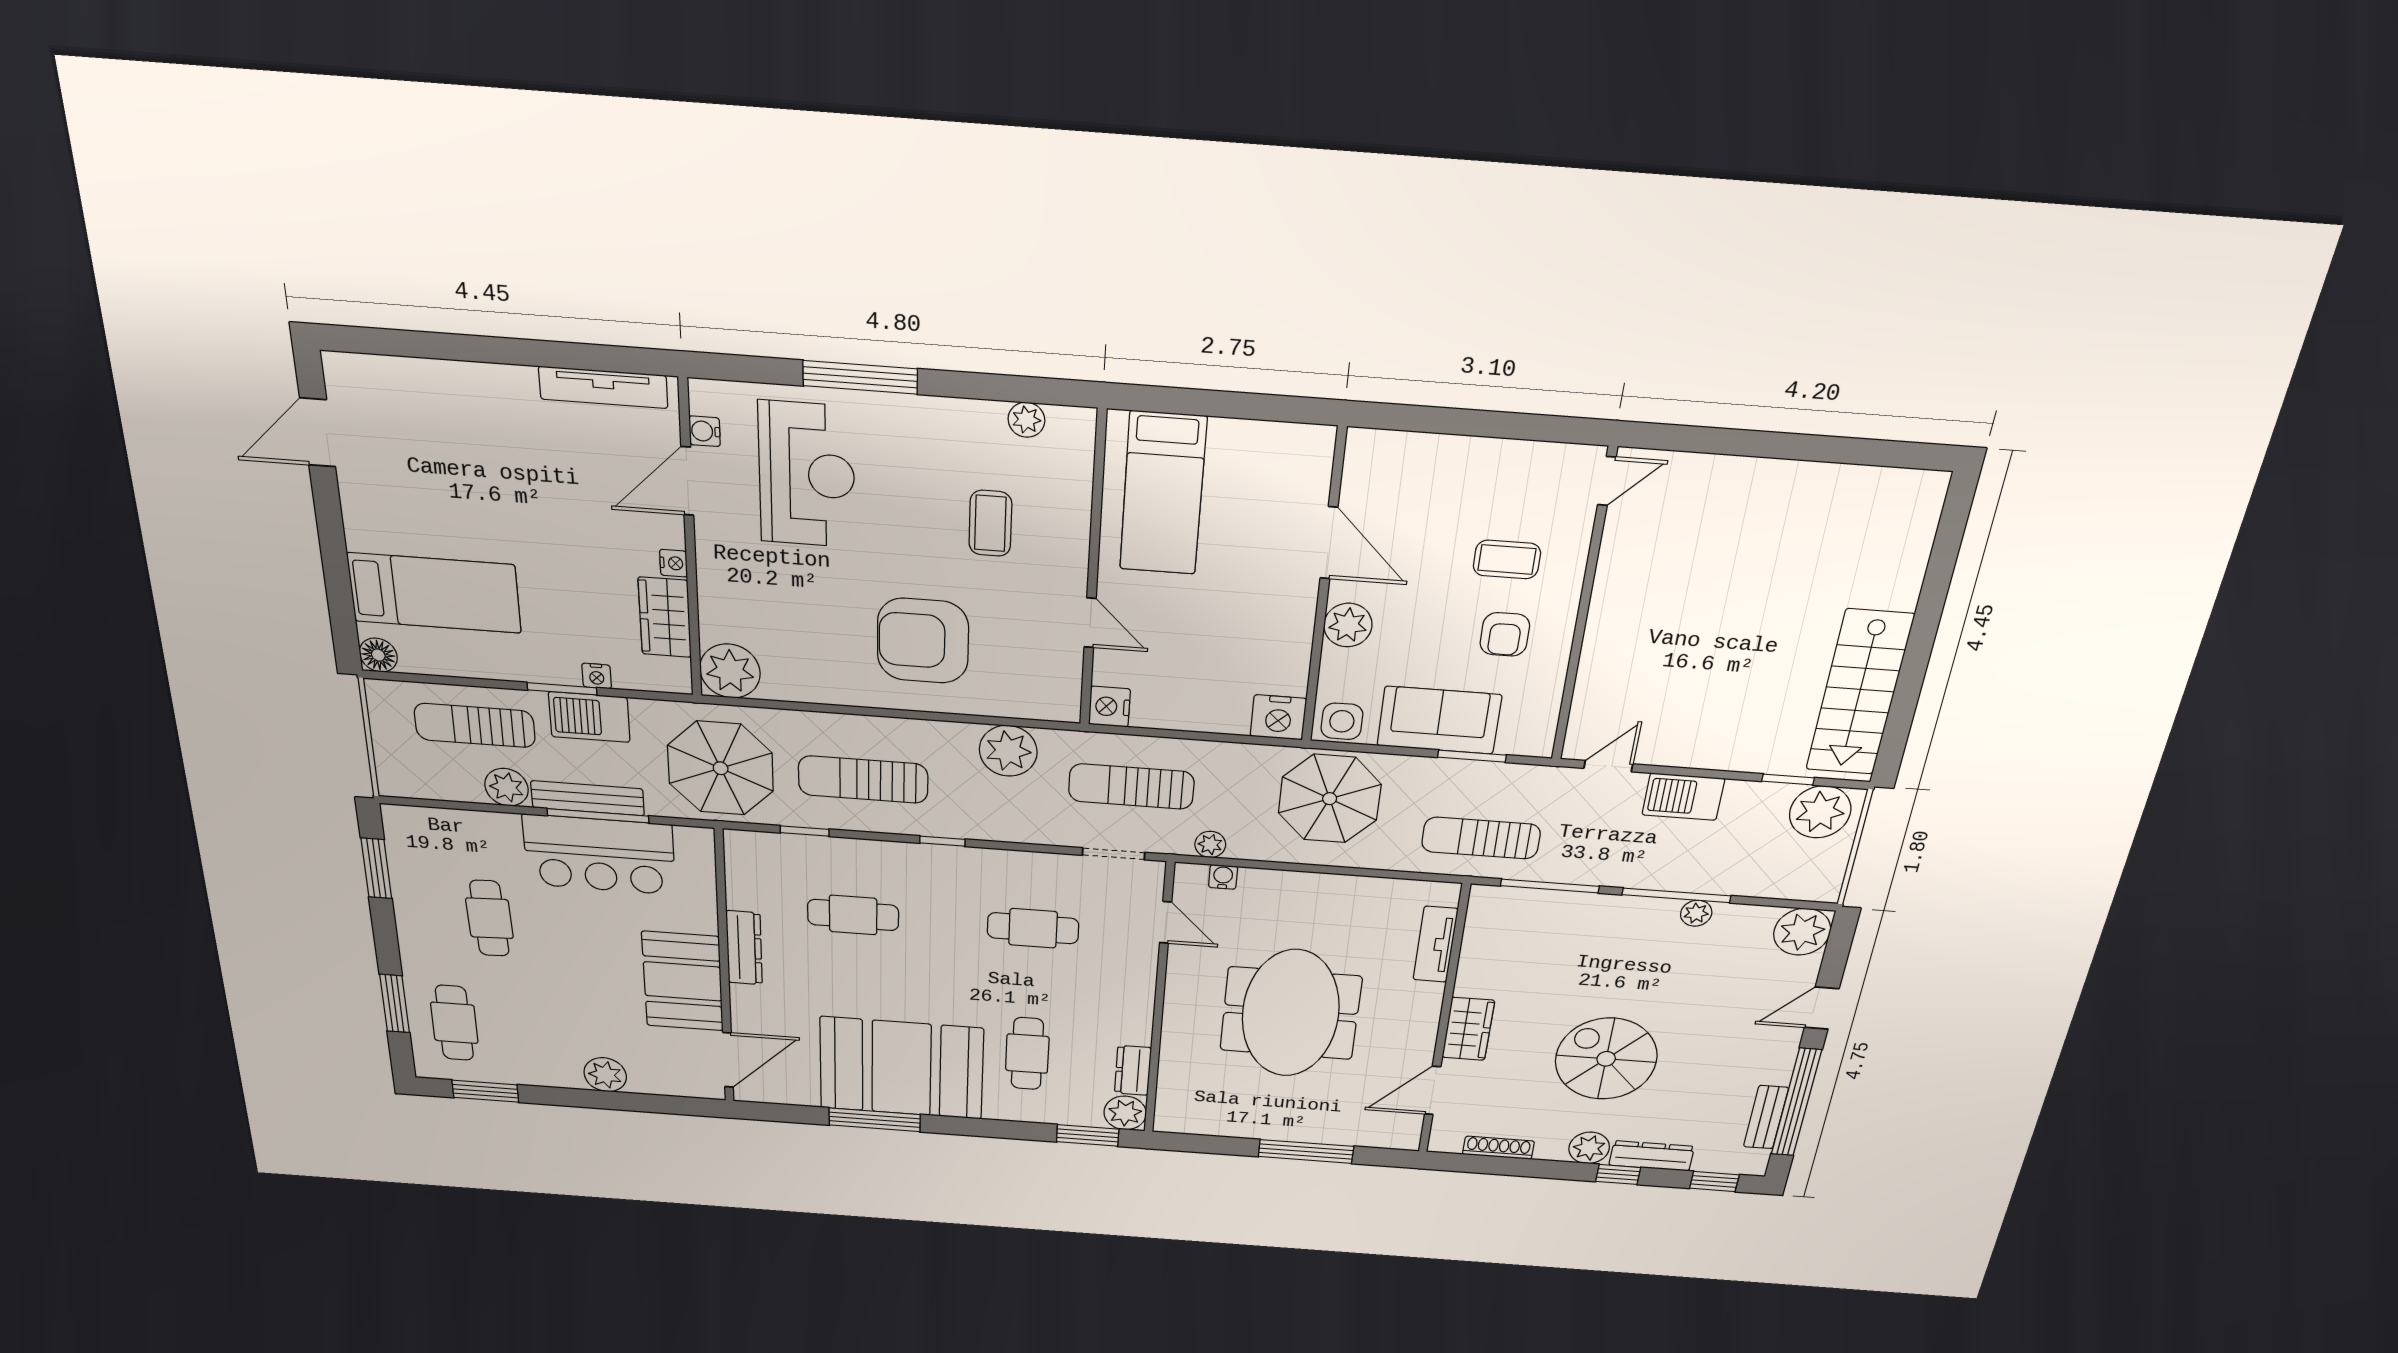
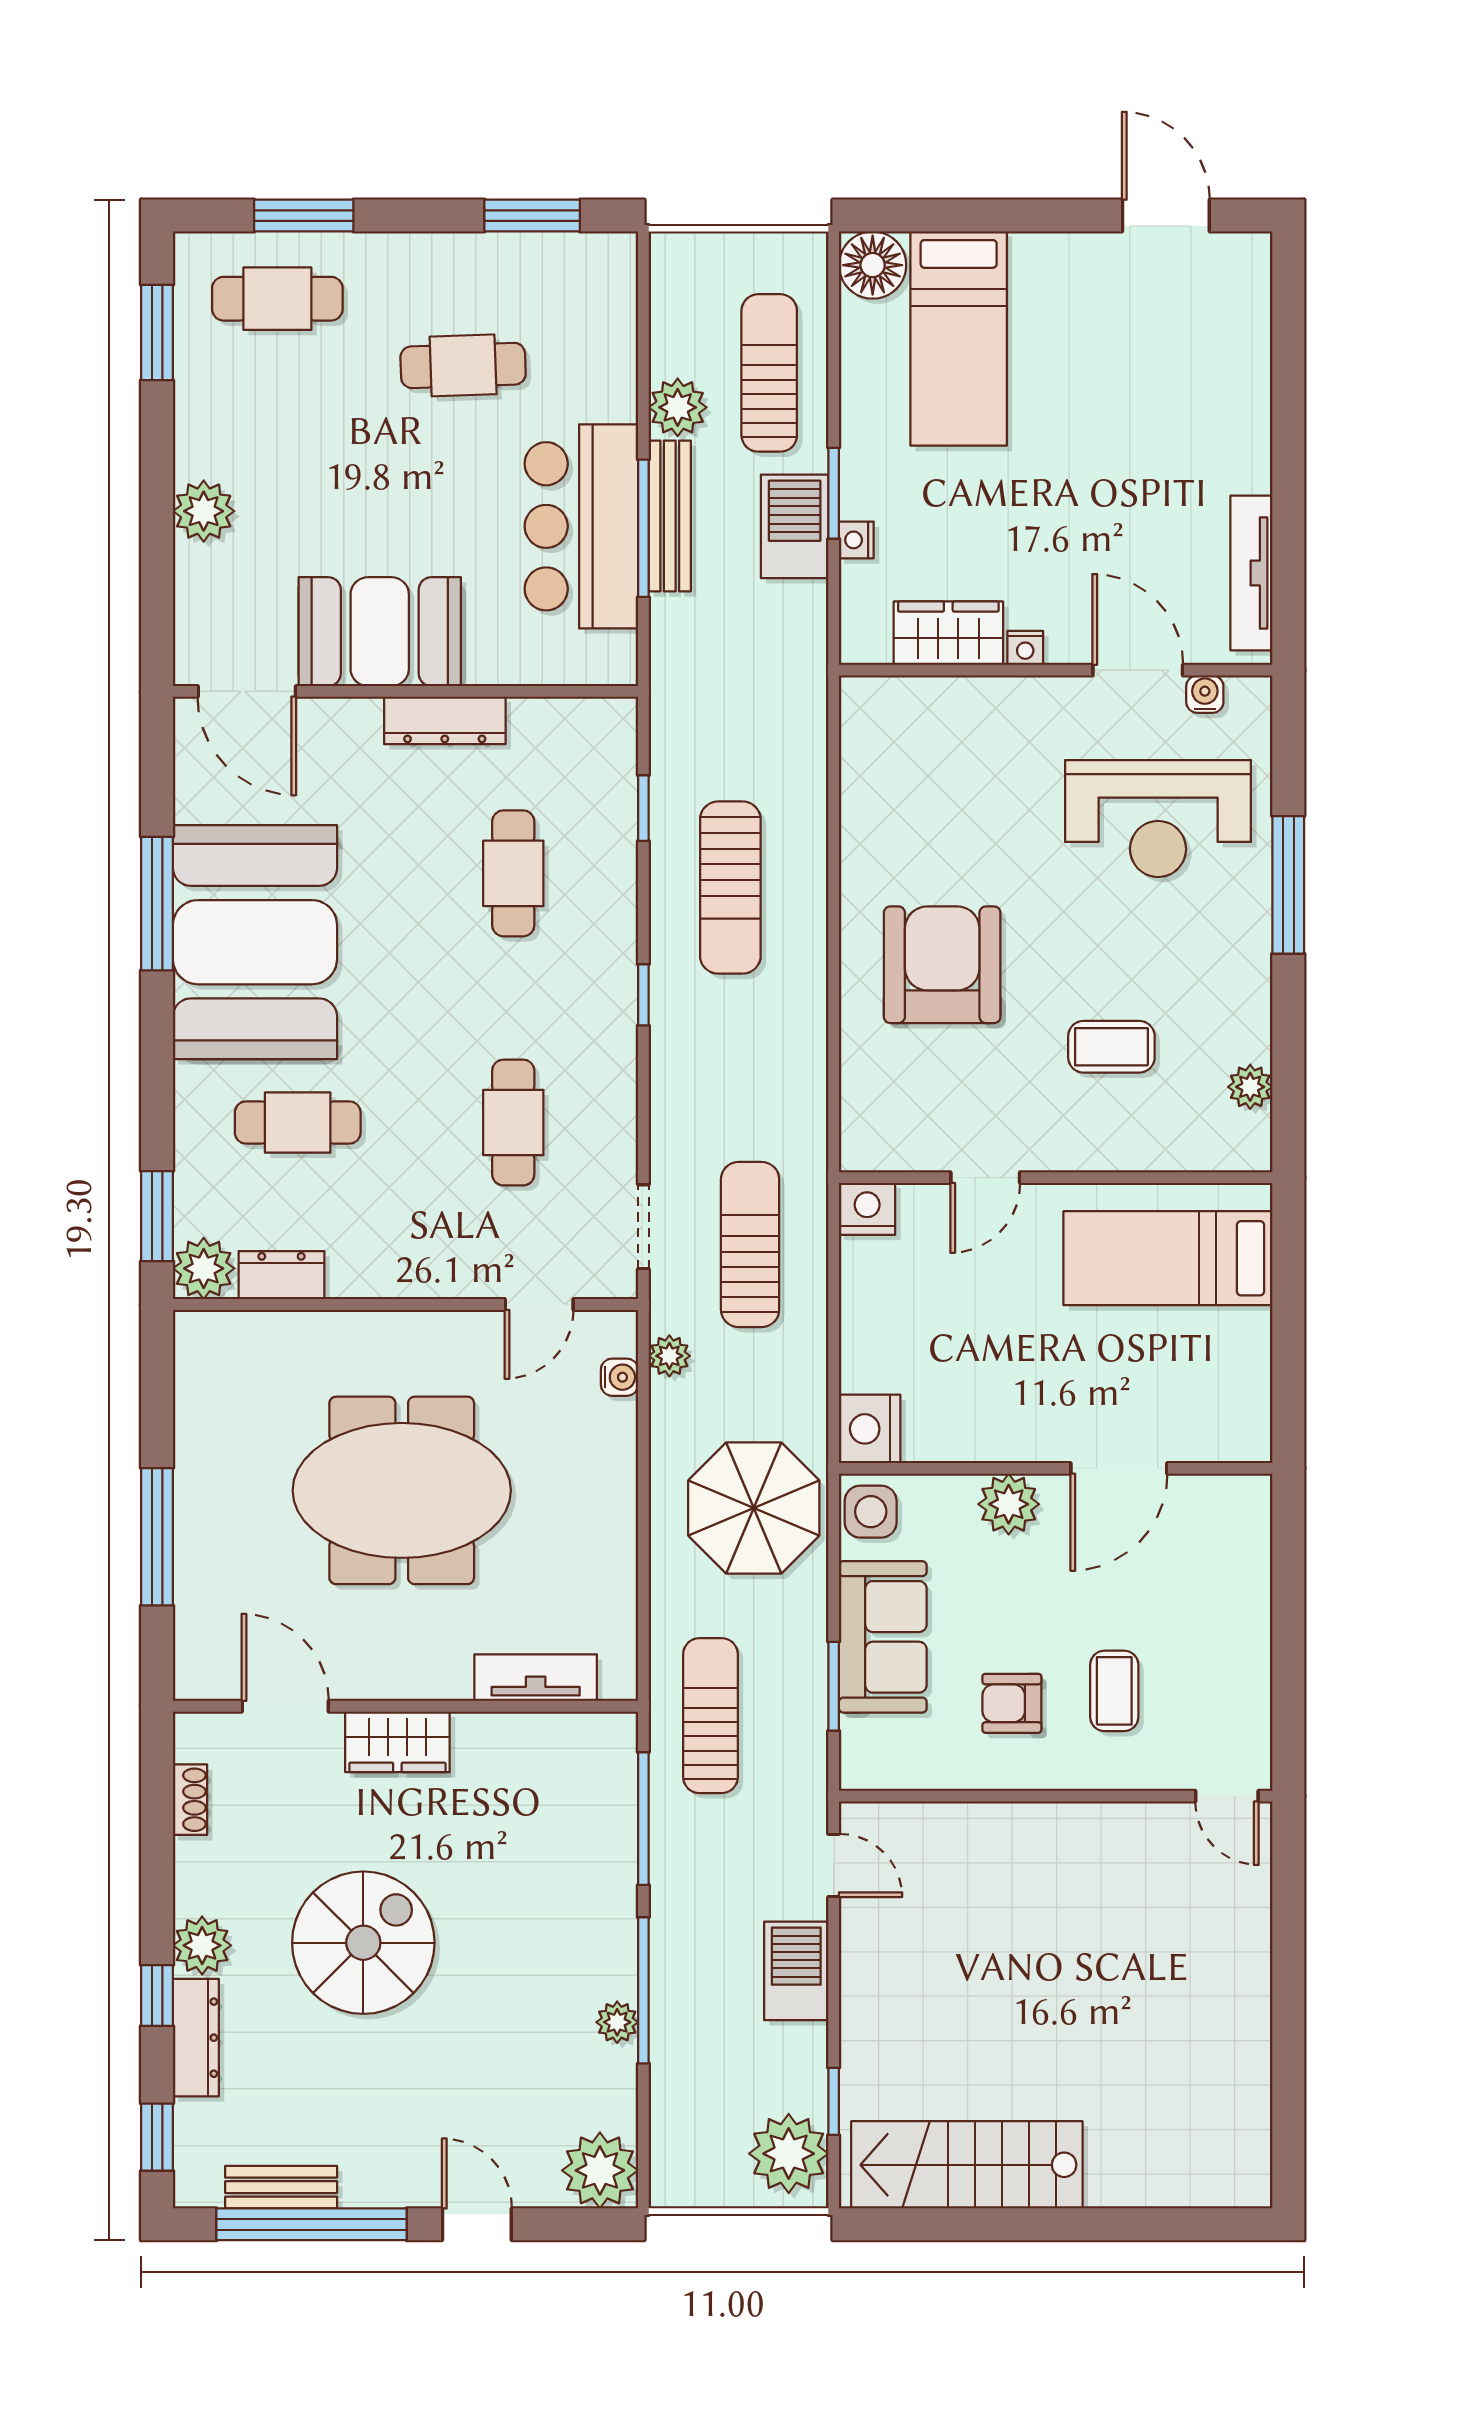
floor lamp: (378, 655) -> (873, 265), width x1.38, depth x1.38
plant: (730, 671) -> (878, 715), removed
plant: (1008, 751) -> (790, 1079), removed
parasol: (721, 768) -> (732, 697), removed
sun lounger: (863, 780) -> (730, 888), turned 180
shoe rack: (1498, 1148) -> (190, 1800), width x0.70

